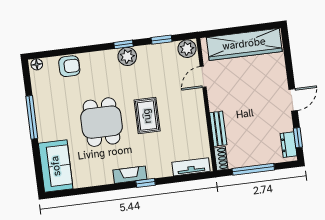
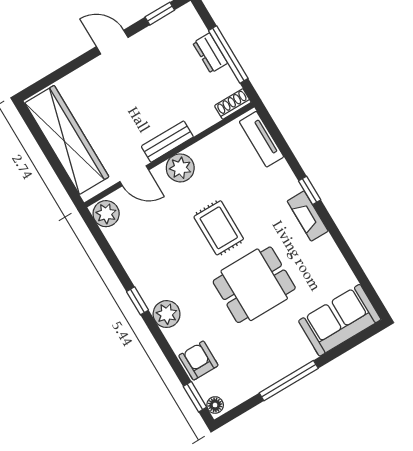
window: (162, 40) -> (195, 397), moved
plant: (127, 56) -> (167, 314), moved
plant: (195, 108) -> (180, 168), added
rug: (147, 116) -> (219, 228), turned 90
bench: (218, 129) -> (167, 142), moved
dresser: (289, 145) -> (210, 53), moved, turned 90

